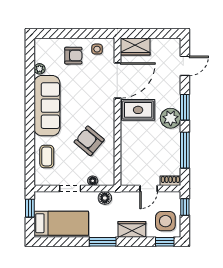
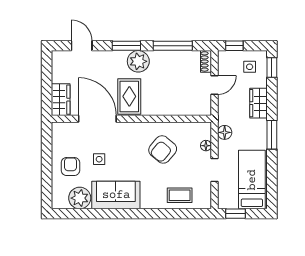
side table: (97, 49) -> (99, 159), moved
plant: (40, 69) -> (80, 198), width x1.88, depth x1.88
sofa: (47, 106) -> (116, 195), width x0.73
door: (149, 189) -> (214, 85), hinge flipped
side table: (165, 221) -> (250, 67), width x0.54, depth x0.54

